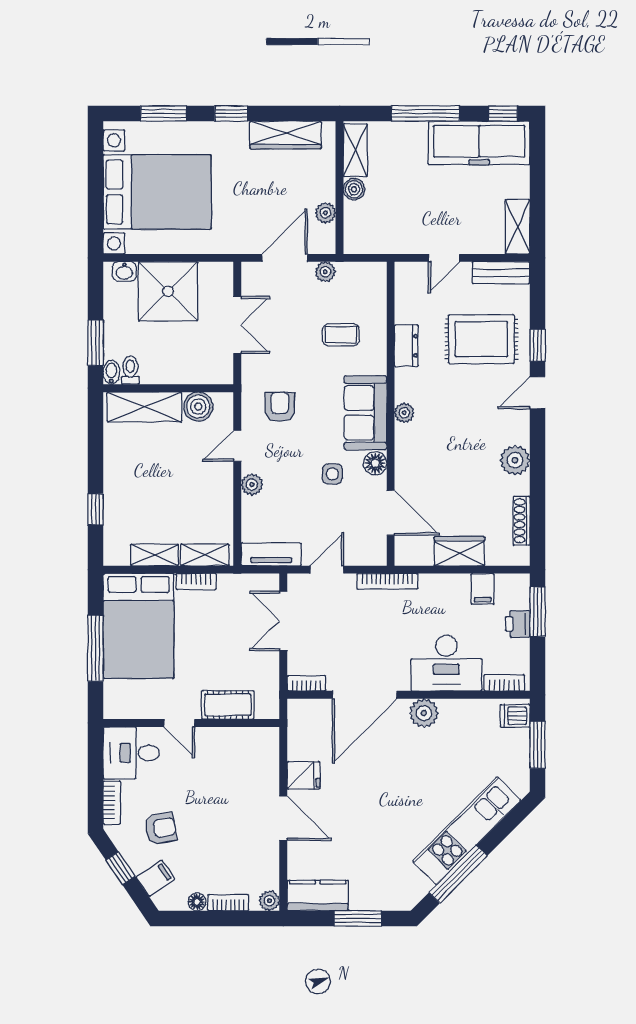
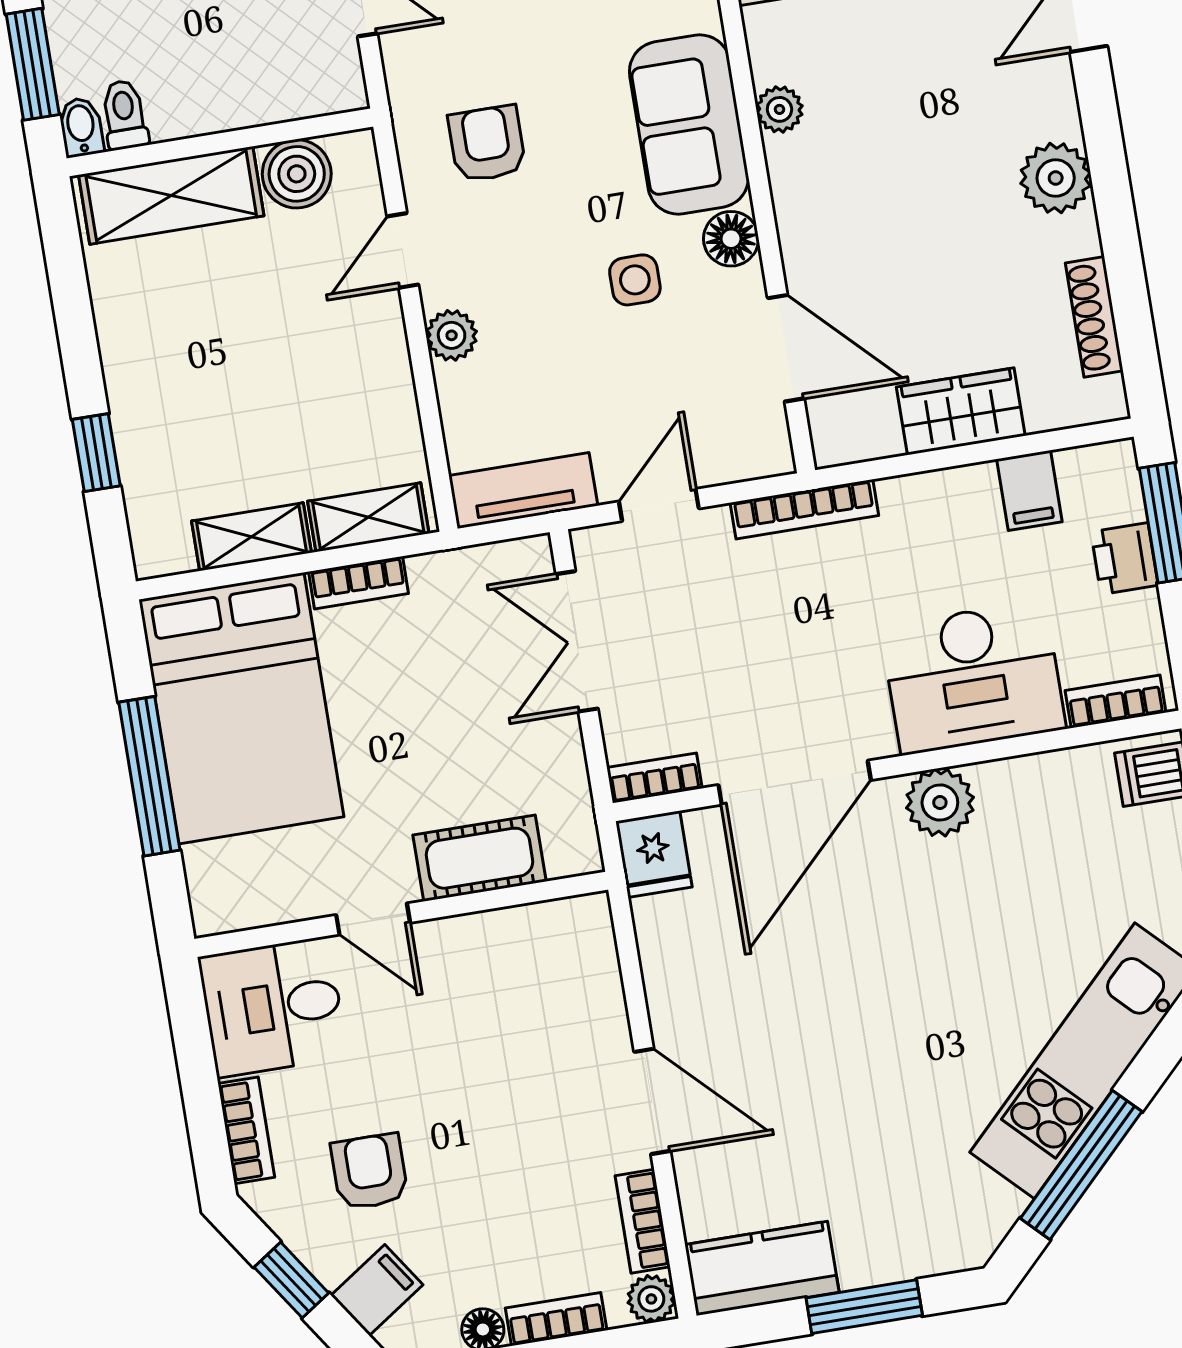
fridge: (304, 775) -> (654, 854), moved, turned 90
armchair: (160, 828) -> (369, 1172), turned -80
bookcase: (271, 868) -> (643, 1221), added

